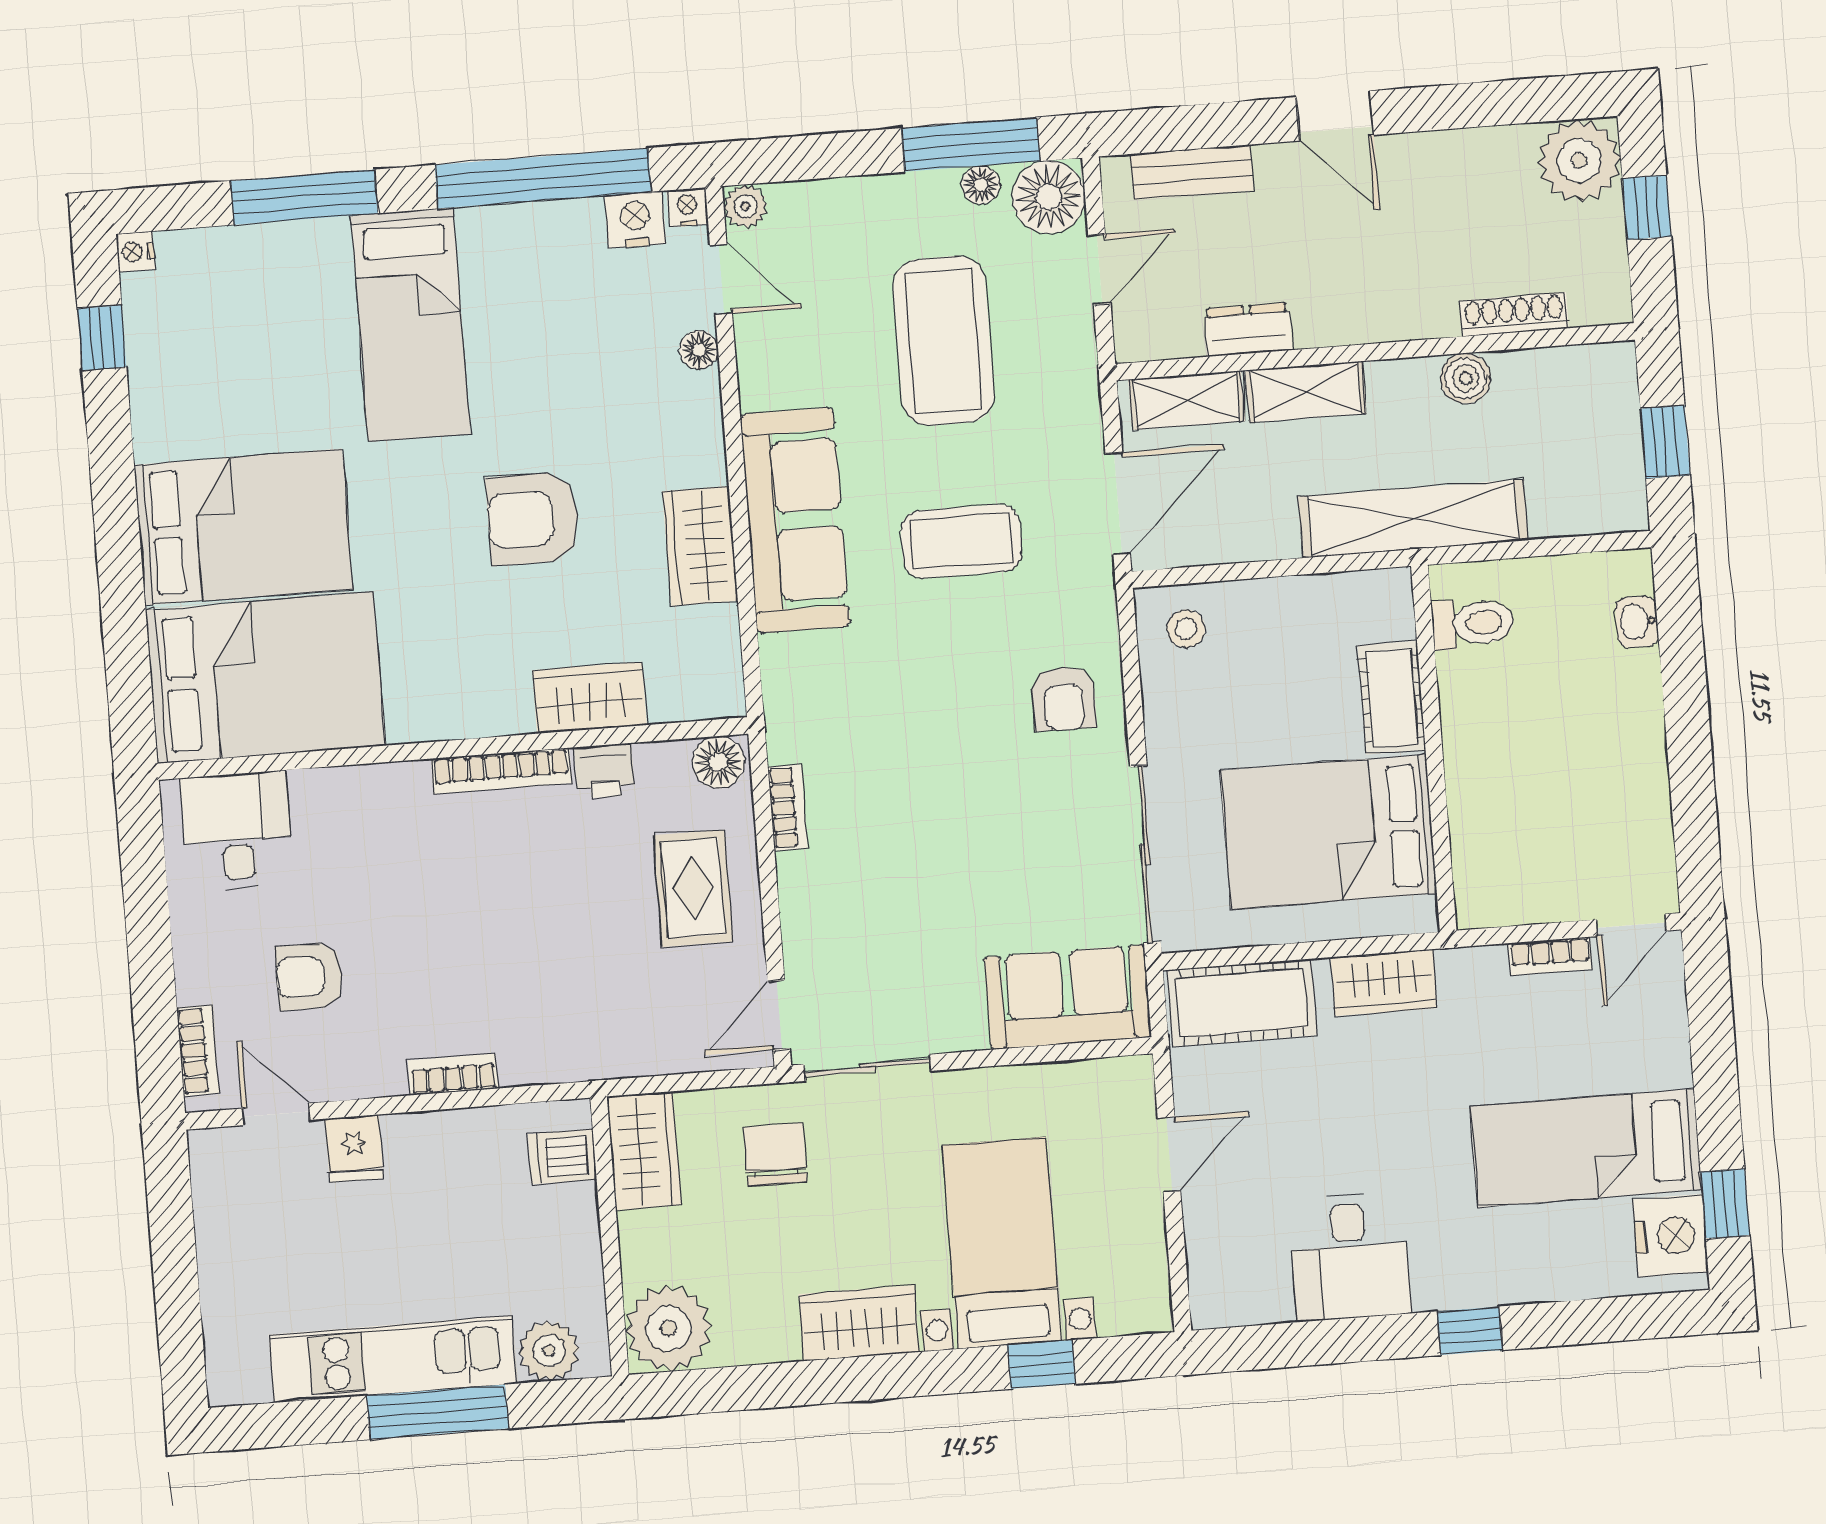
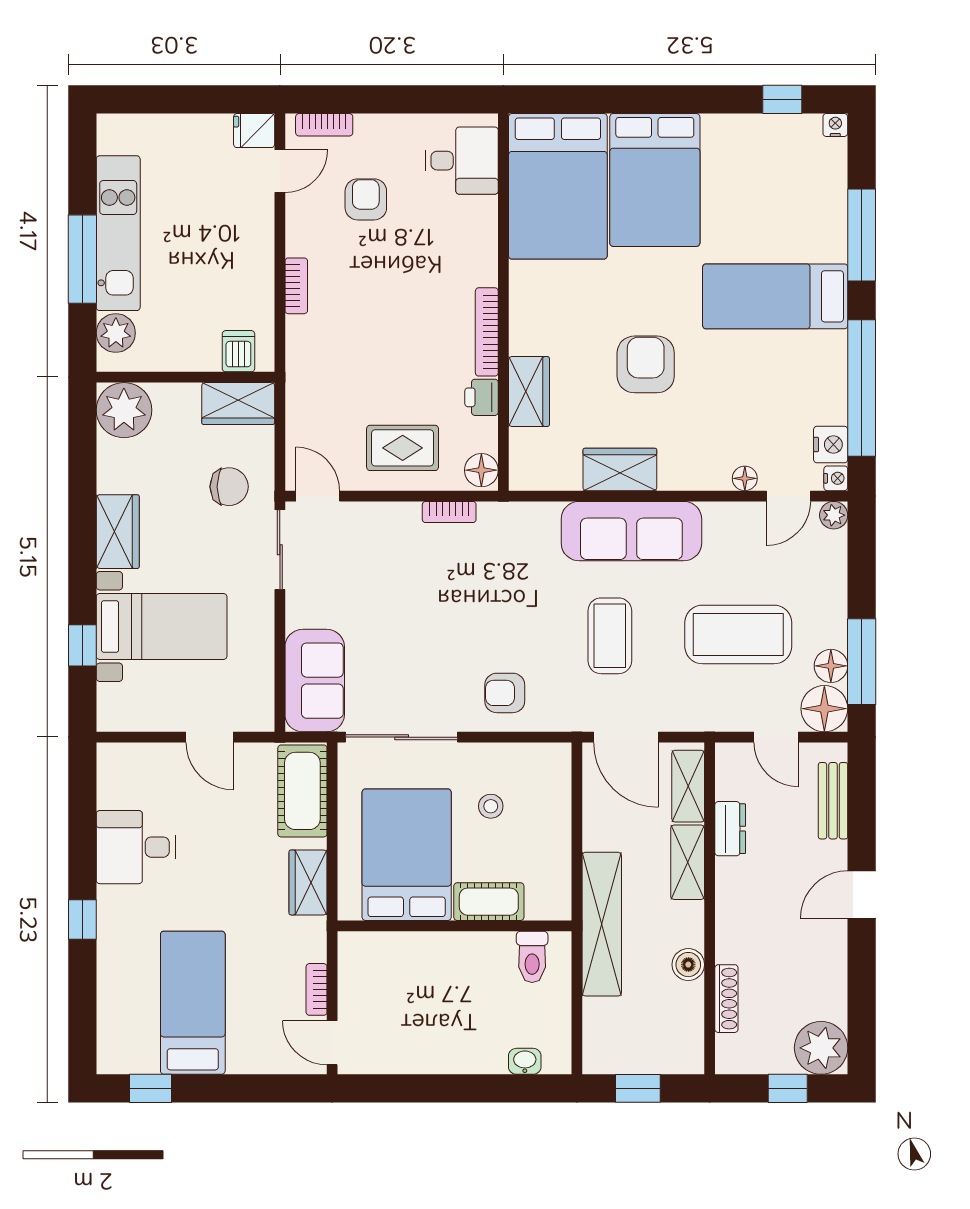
floor lamp: (981, 185) -> (831, 666), width x1.37, depth x1.37
stool: (1186, 629) -> (491, 806), moved
fridge: (354, 1148) -> (254, 131), moved
nightstand: (1670, 1236) -> (133, 1052), removed

